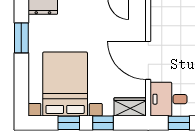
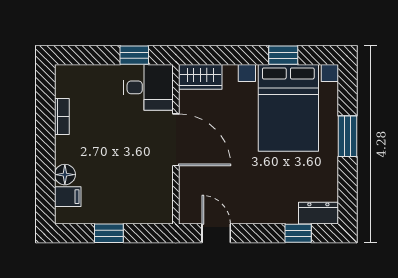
window: (21, 38) -> (347, 136), moved
window: (103, 123) -> (237, 55), removed

